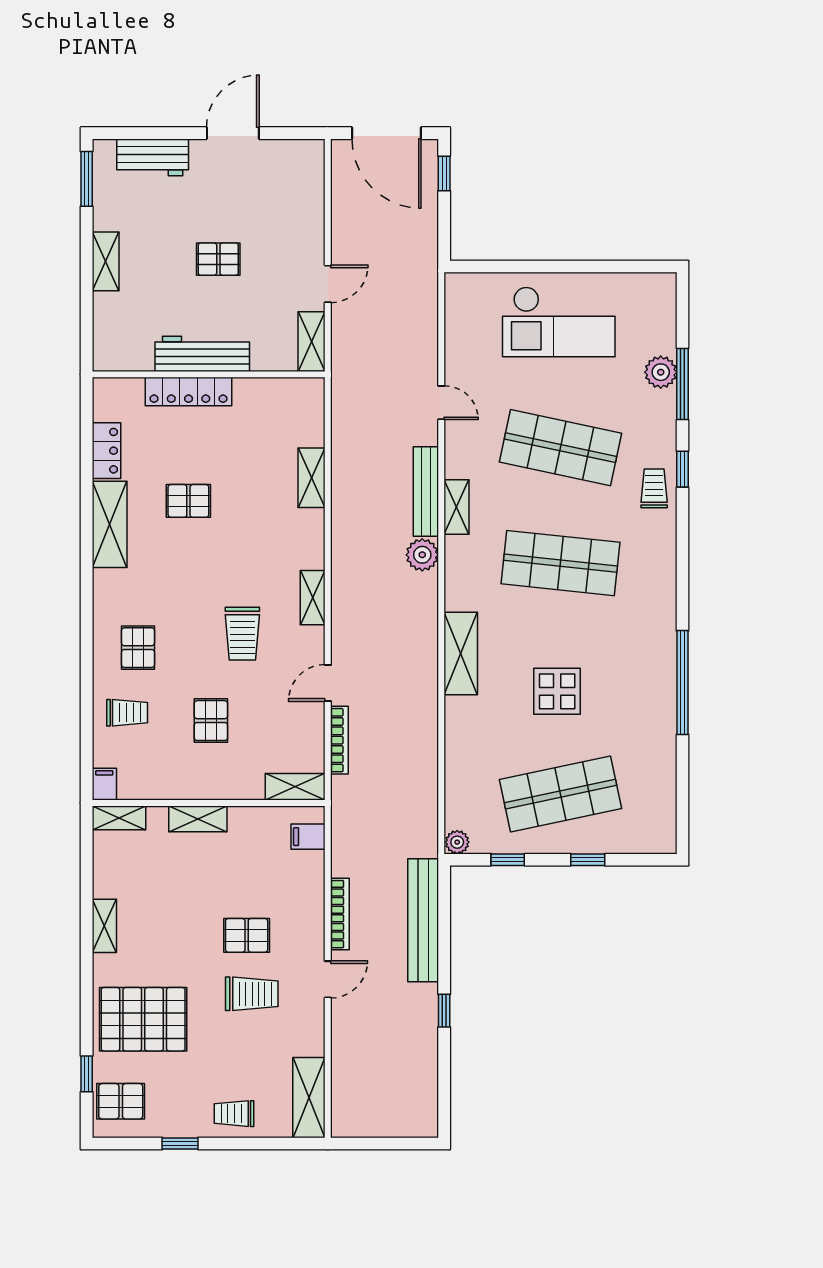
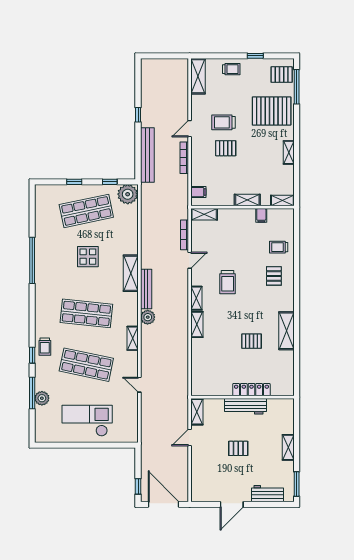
locker: (106, 451) -> (288, 363), removed
shelving: (312, 478) -> (197, 324), moved
bench: (426, 491) -> (146, 289), moved
trolley: (242, 634) -> (228, 282), turned 180
pallet: (211, 721) -> (242, 244), removed
filing cabinet: (104, 784) -> (261, 215), moved
plant: (457, 842) -> (128, 194), width x1.88, depth x1.88
window: (87, 1074) -> (297, 87), width x2.17

